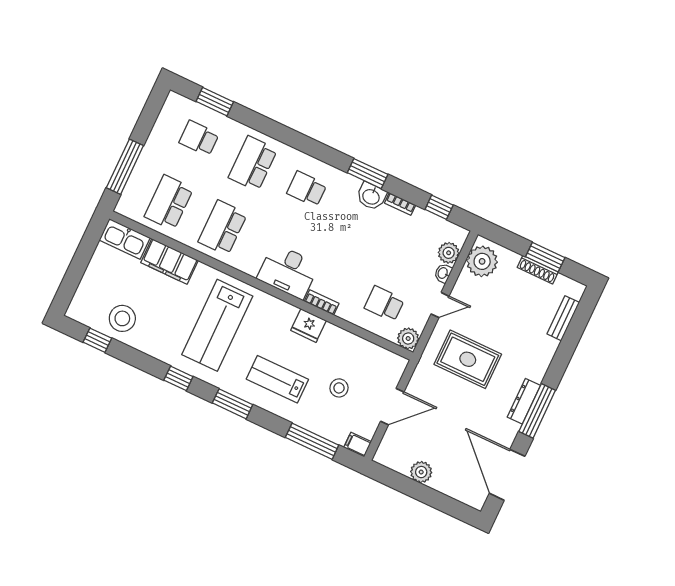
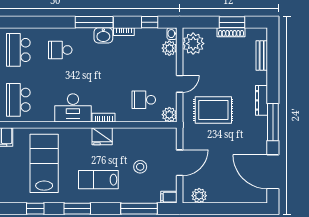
window: (368, 174) -> (94, 22), width x1.44
washbasin: (443, 273) -> (172, 34), moved
lab bench: (217, 325) -> (44, 163), turned 180
dresser: (524, 401) -> (262, 100), moved
plant: (421, 472) -> (199, 196), moved

